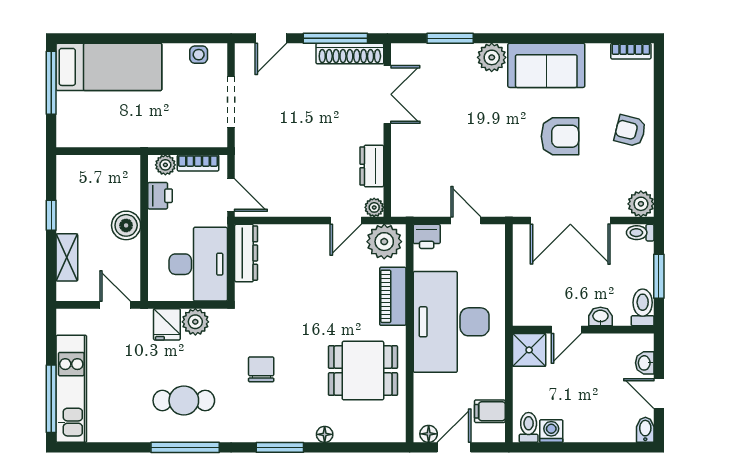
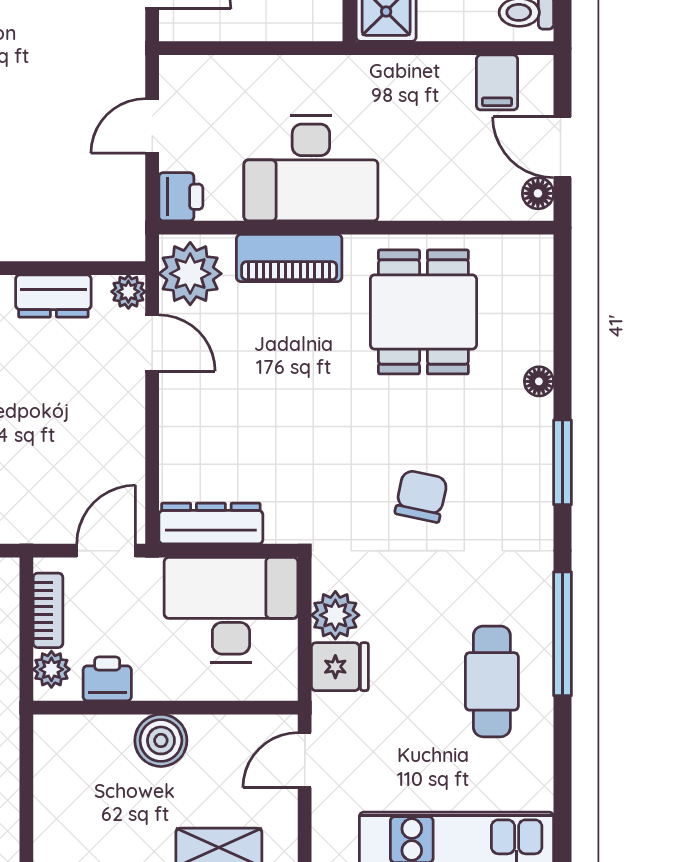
desk: (451, 322) -> (311, 168), width x0.73, depth x0.77
chair: (261, 369) -> (421, 496), turned 102
cafe table: (184, 401) -> (492, 681), moved

